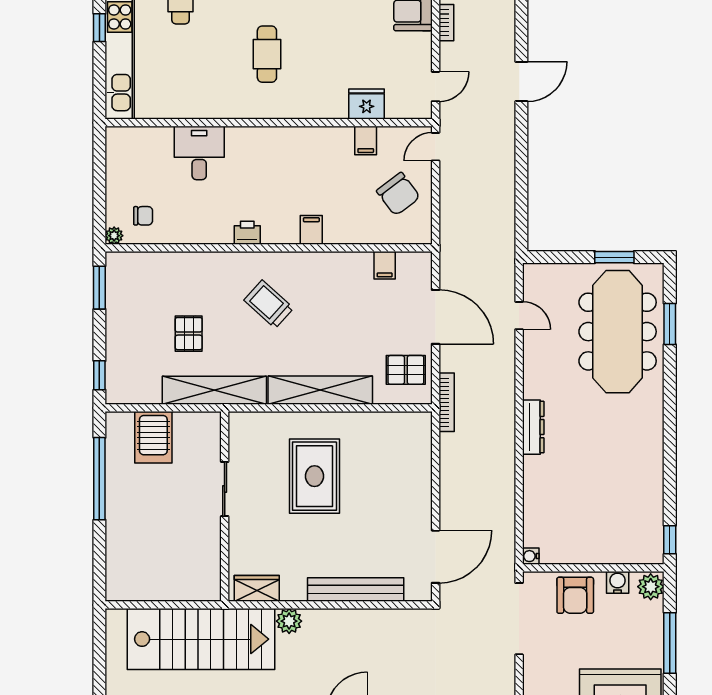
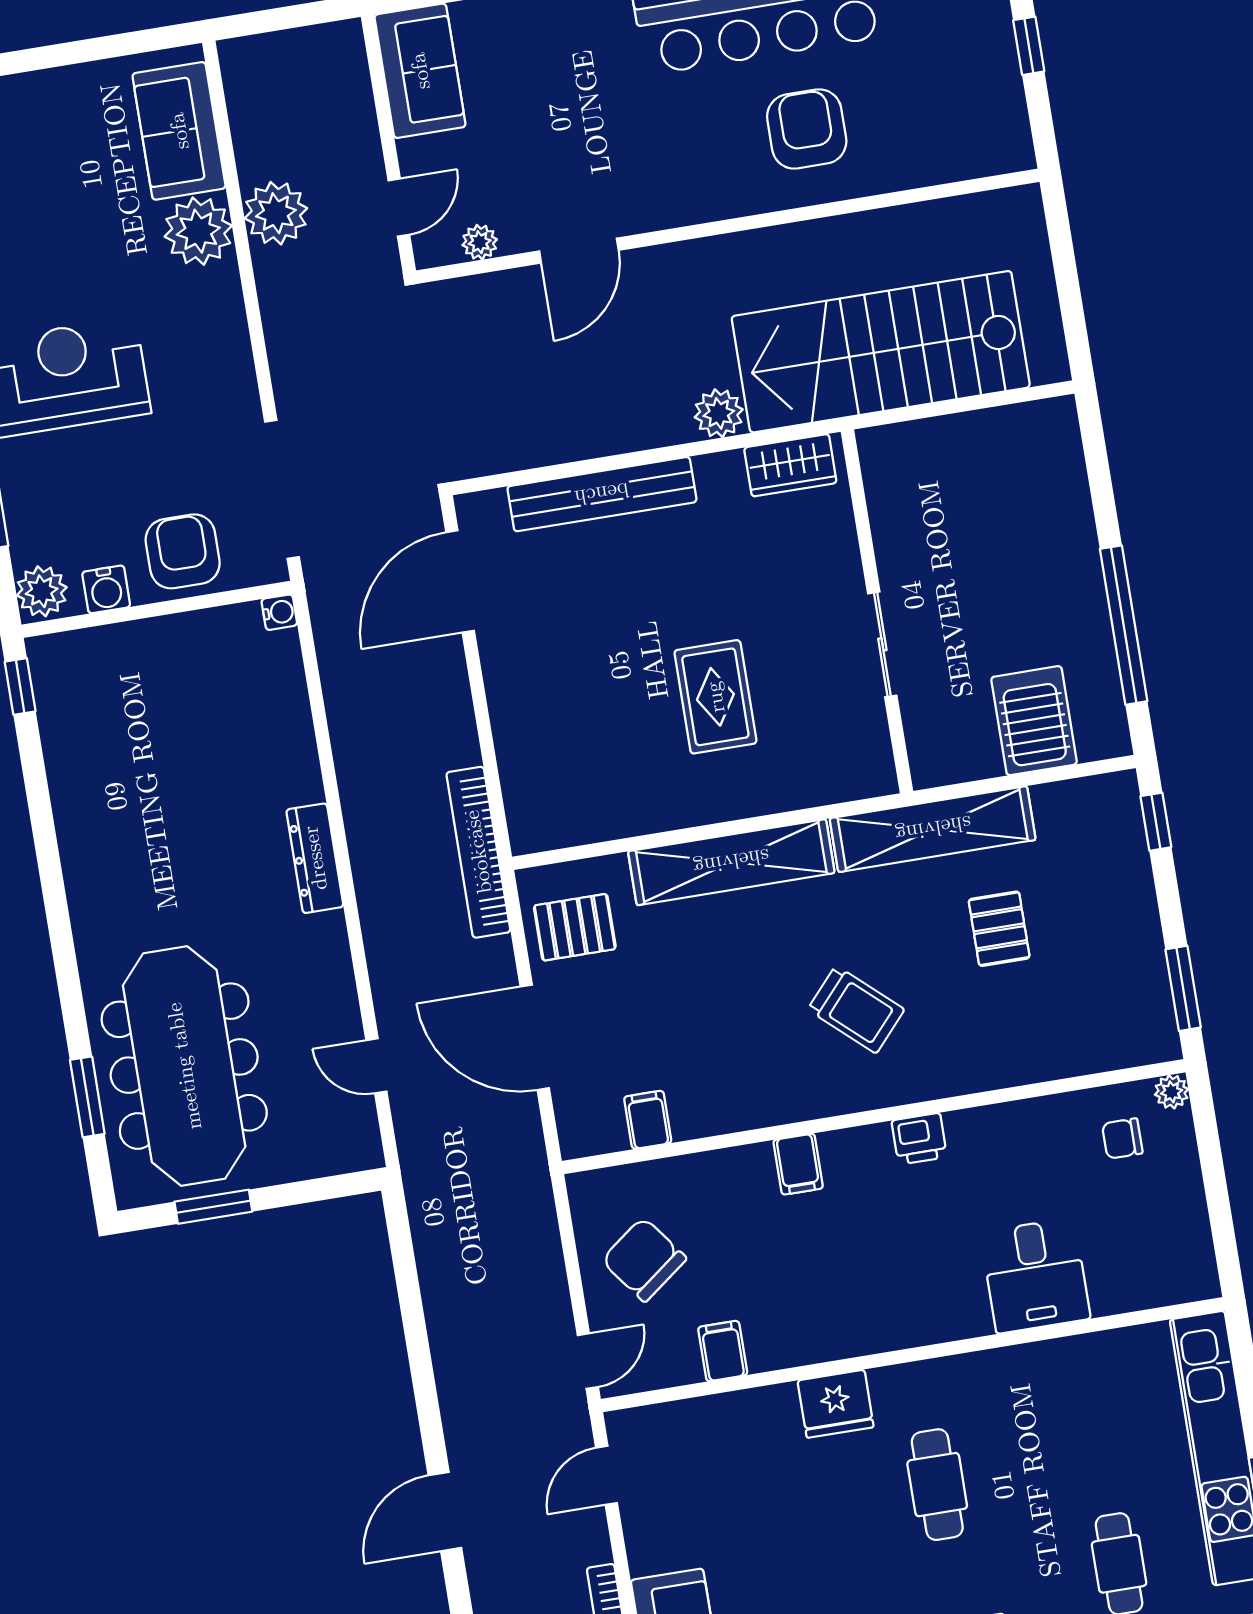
fridge: (367, 104) -> (836, 1404), moved
bookcase: (447, 402) -> (478, 852), width x1.48, depth x1.31
rug: (315, 476) -> (715, 697), width x0.73, depth x0.70

